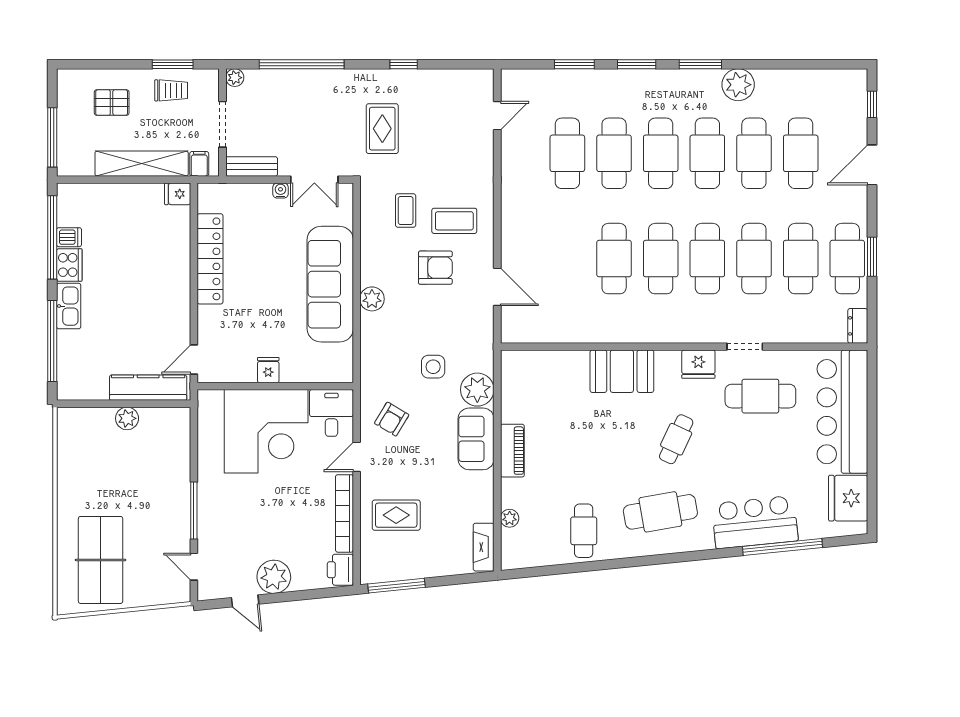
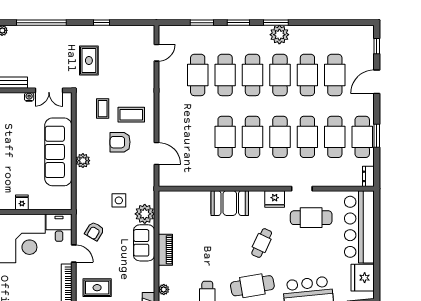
plant: (738, 85) -> (279, 35), moved
armchair: (435, 268) -> (120, 142), turned 180
door: (357, 457) -> (74, 253), swing flipped

